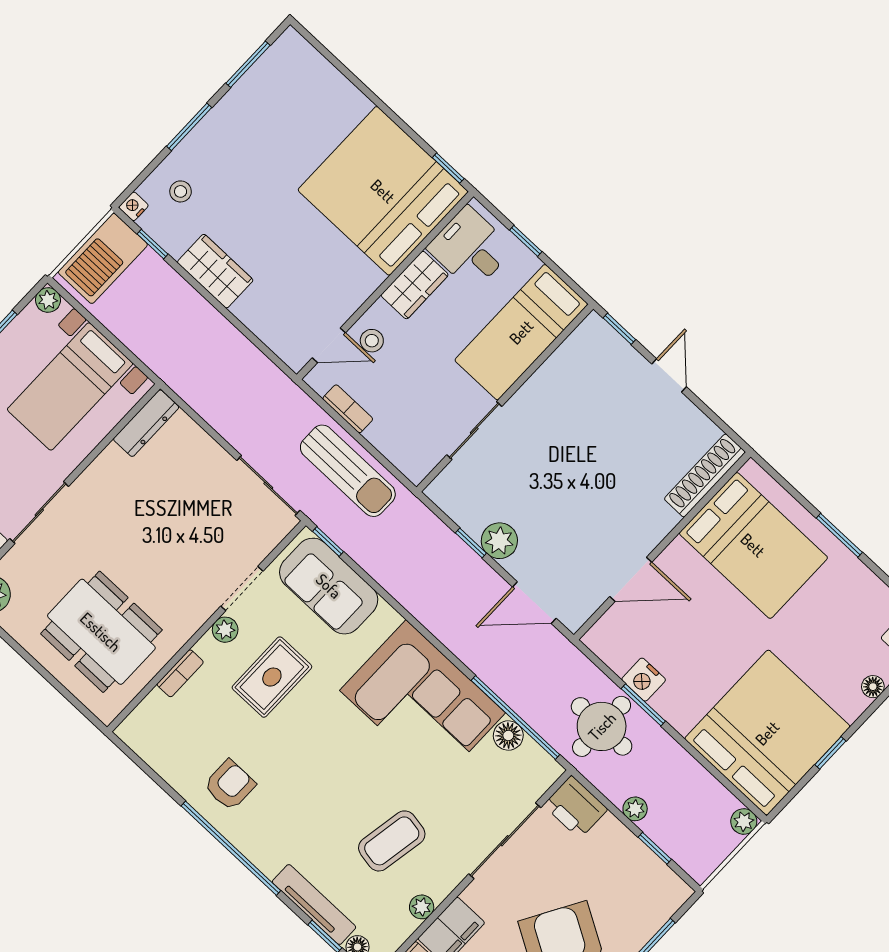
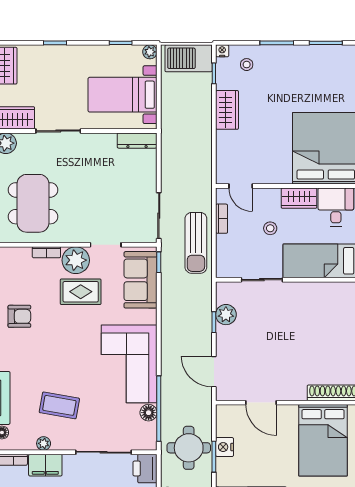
stool: (372, 341) -> (270, 228), moved
plant: (499, 541) -> (226, 315), moved
plant: (225, 630) -> (76, 260), width x1.88, depth x1.88

